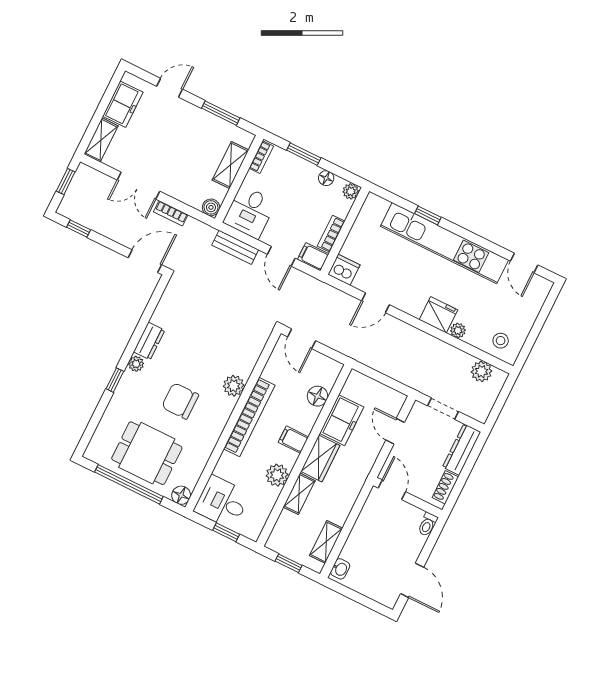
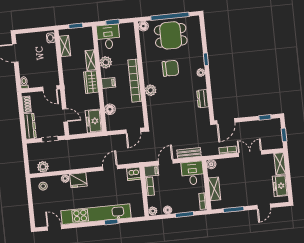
door: (281, 256) -> (166, 162), hinge flipped
door: (302, 339) -> (133, 131), swing flipped
dresser: (149, 341) -> (203, 99), moved
freezer: (342, 420) -> (94, 121), moved
desk: (222, 502) -> (108, 37), moved, turned -90

